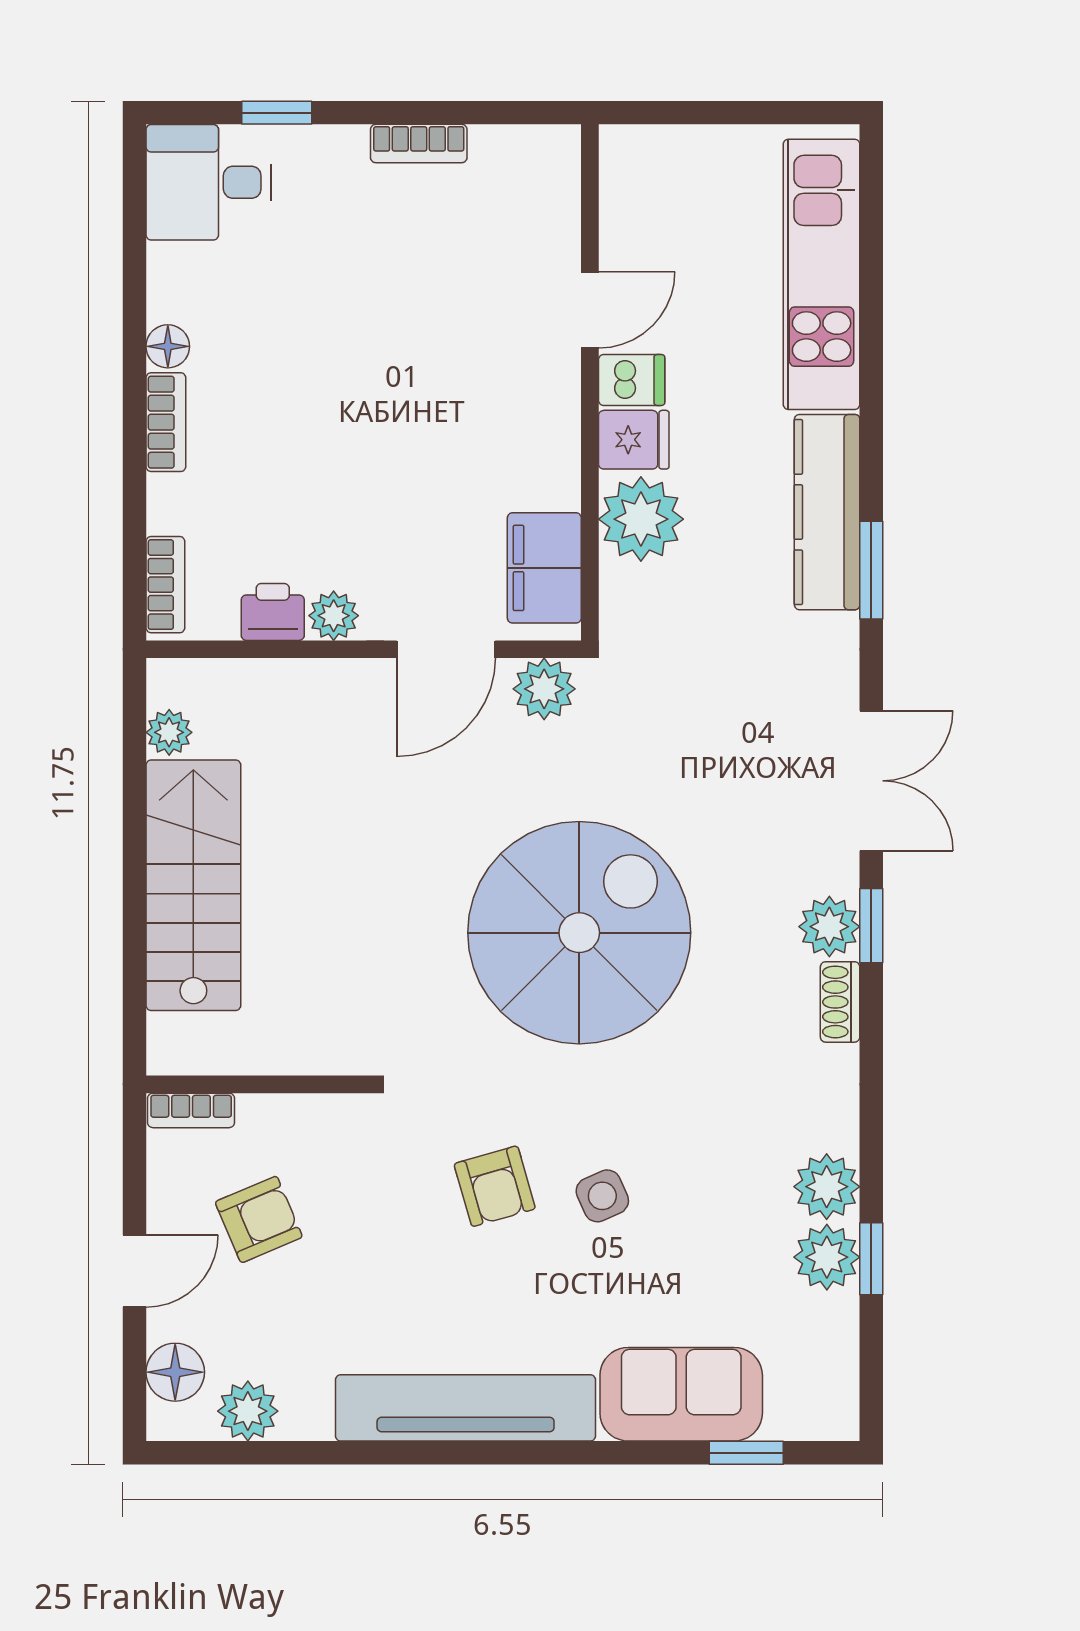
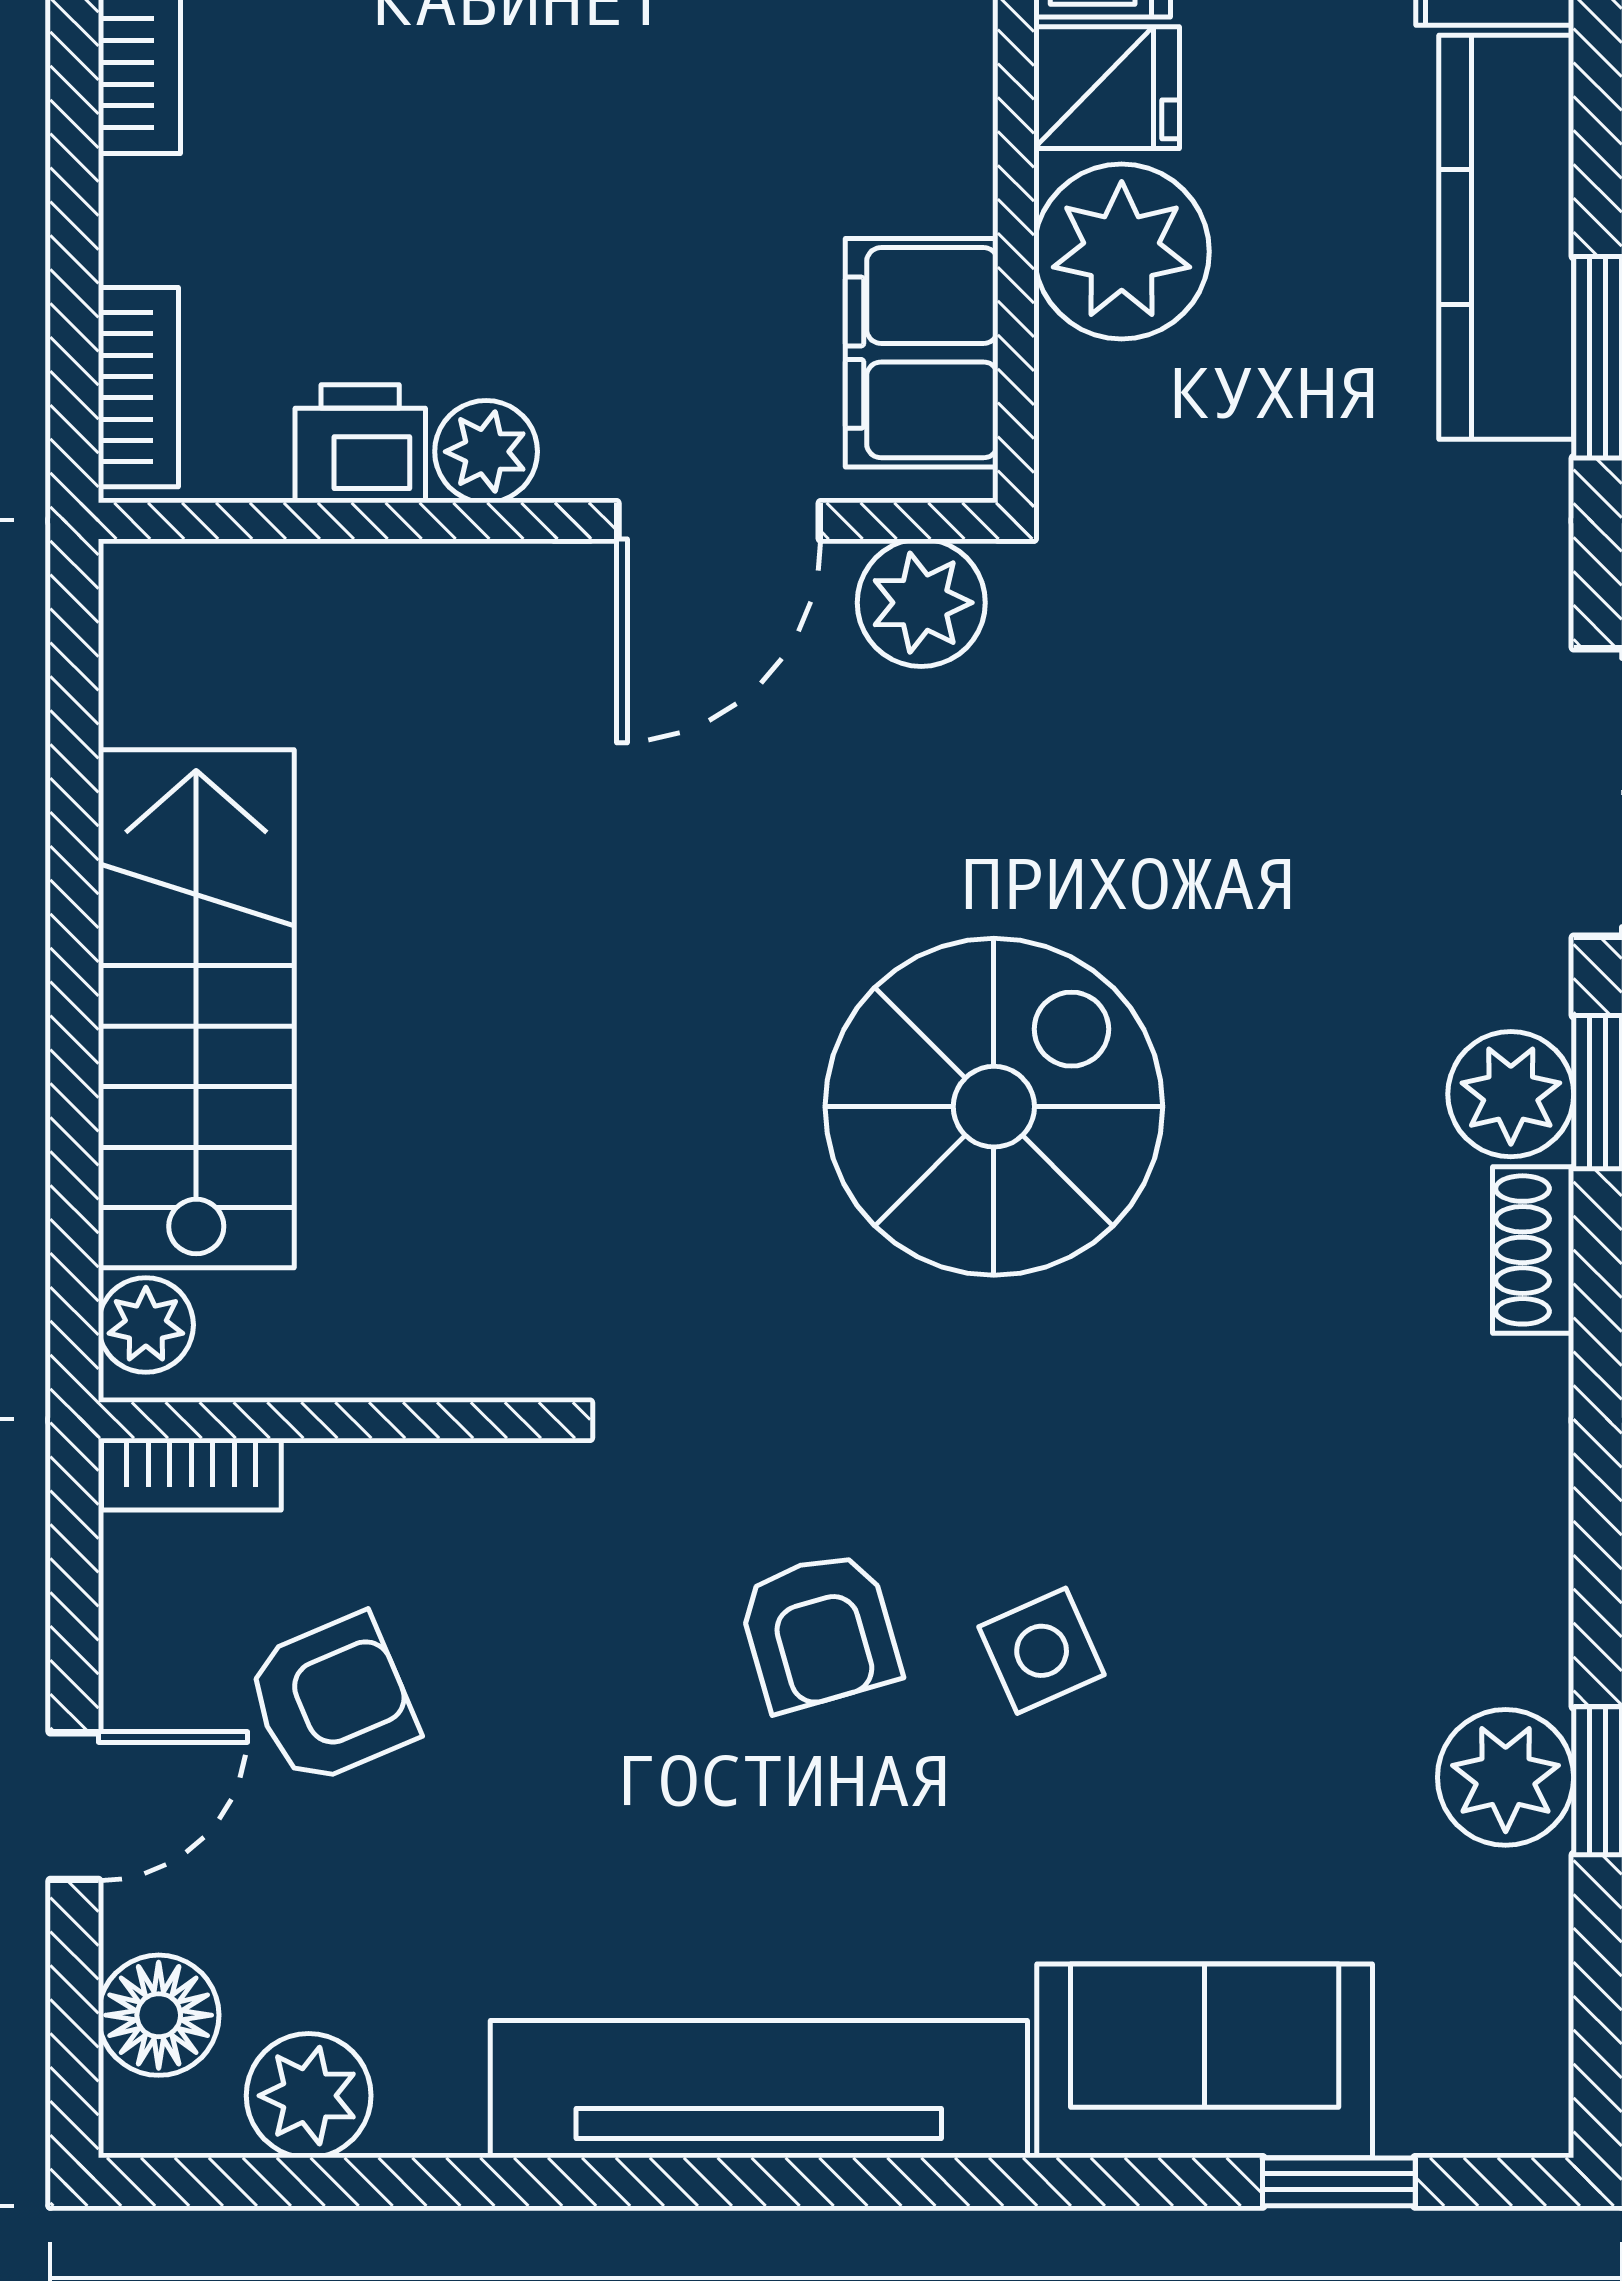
plant: (169, 732) -> (146, 1325), moved
spiral stairs: (579, 933) -> (994, 1107), width x0.73, depth x0.73
plant: (827, 1187) -> (1505, 1632), removed

